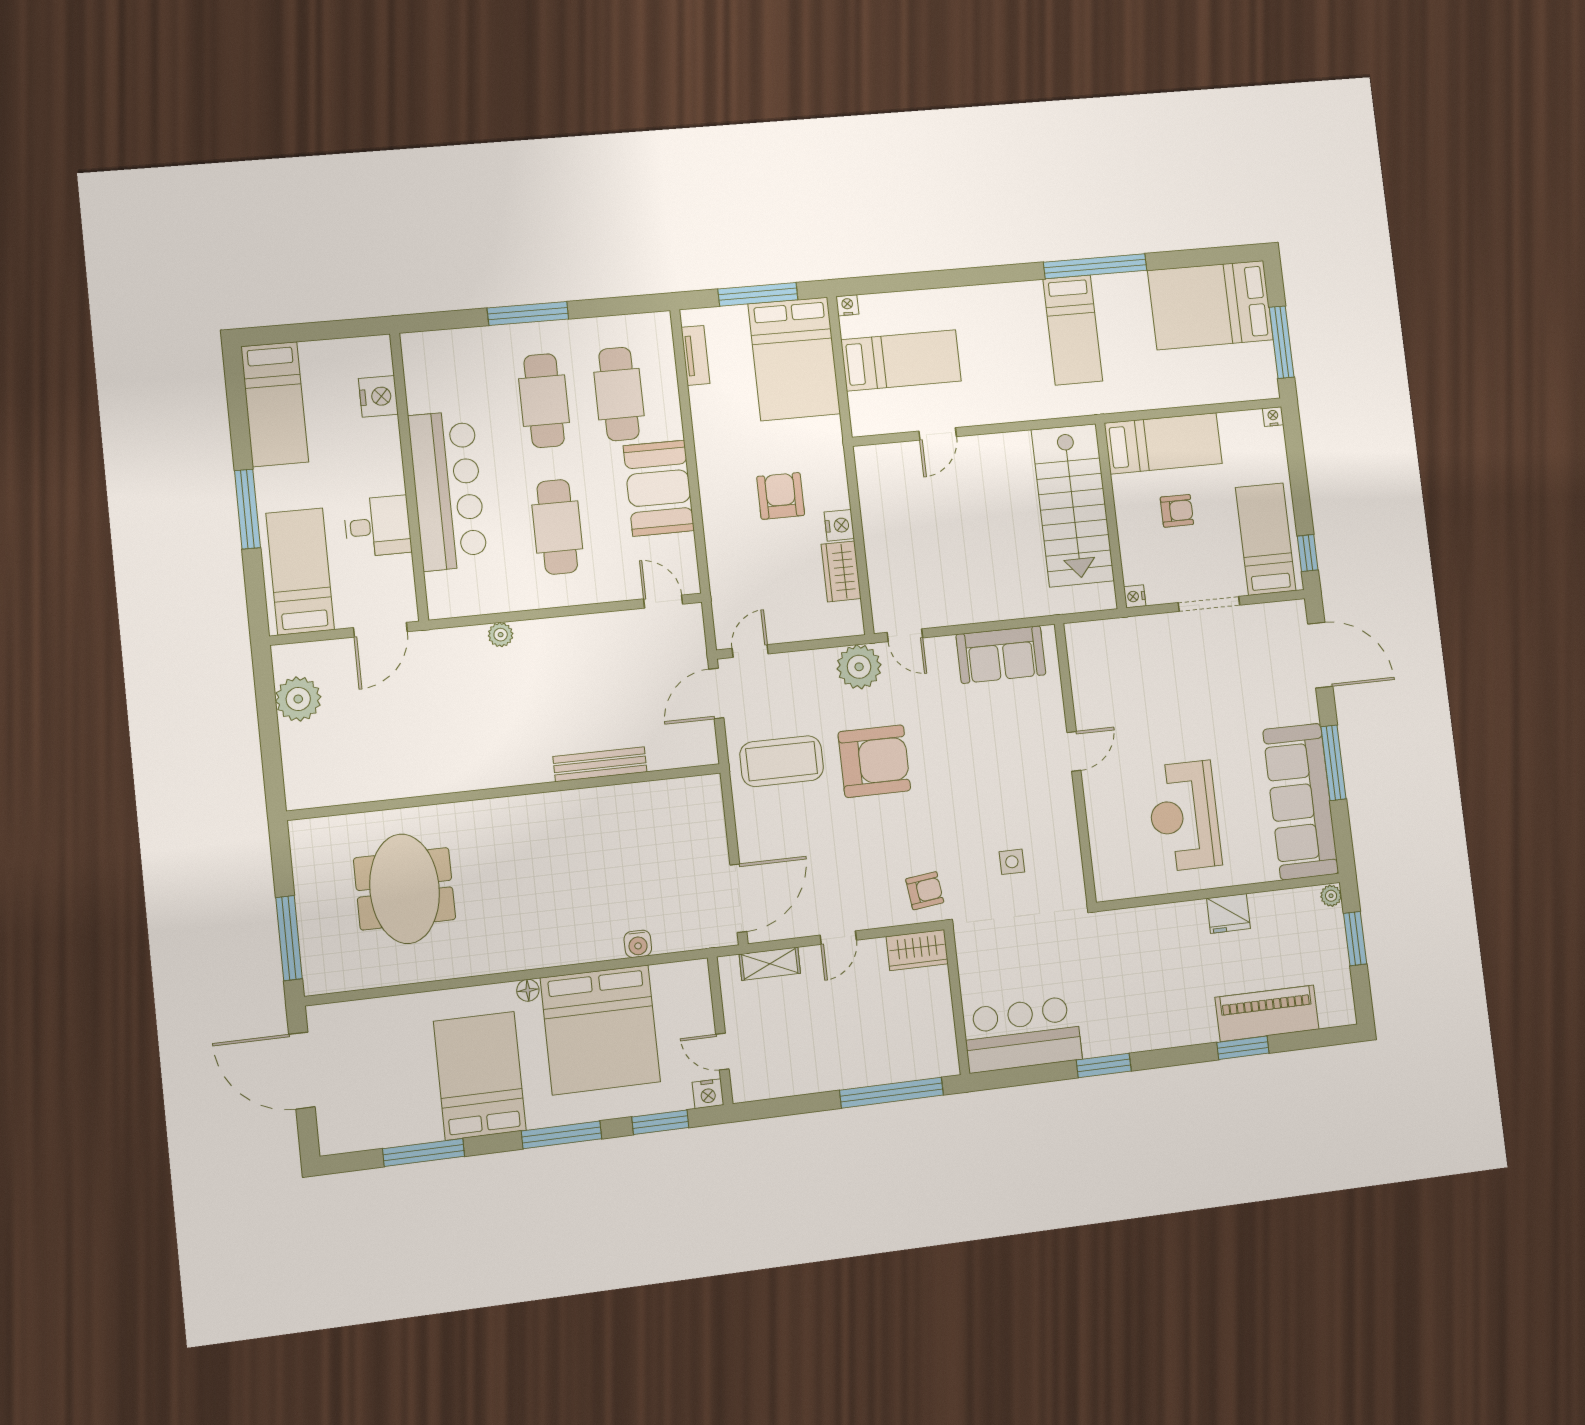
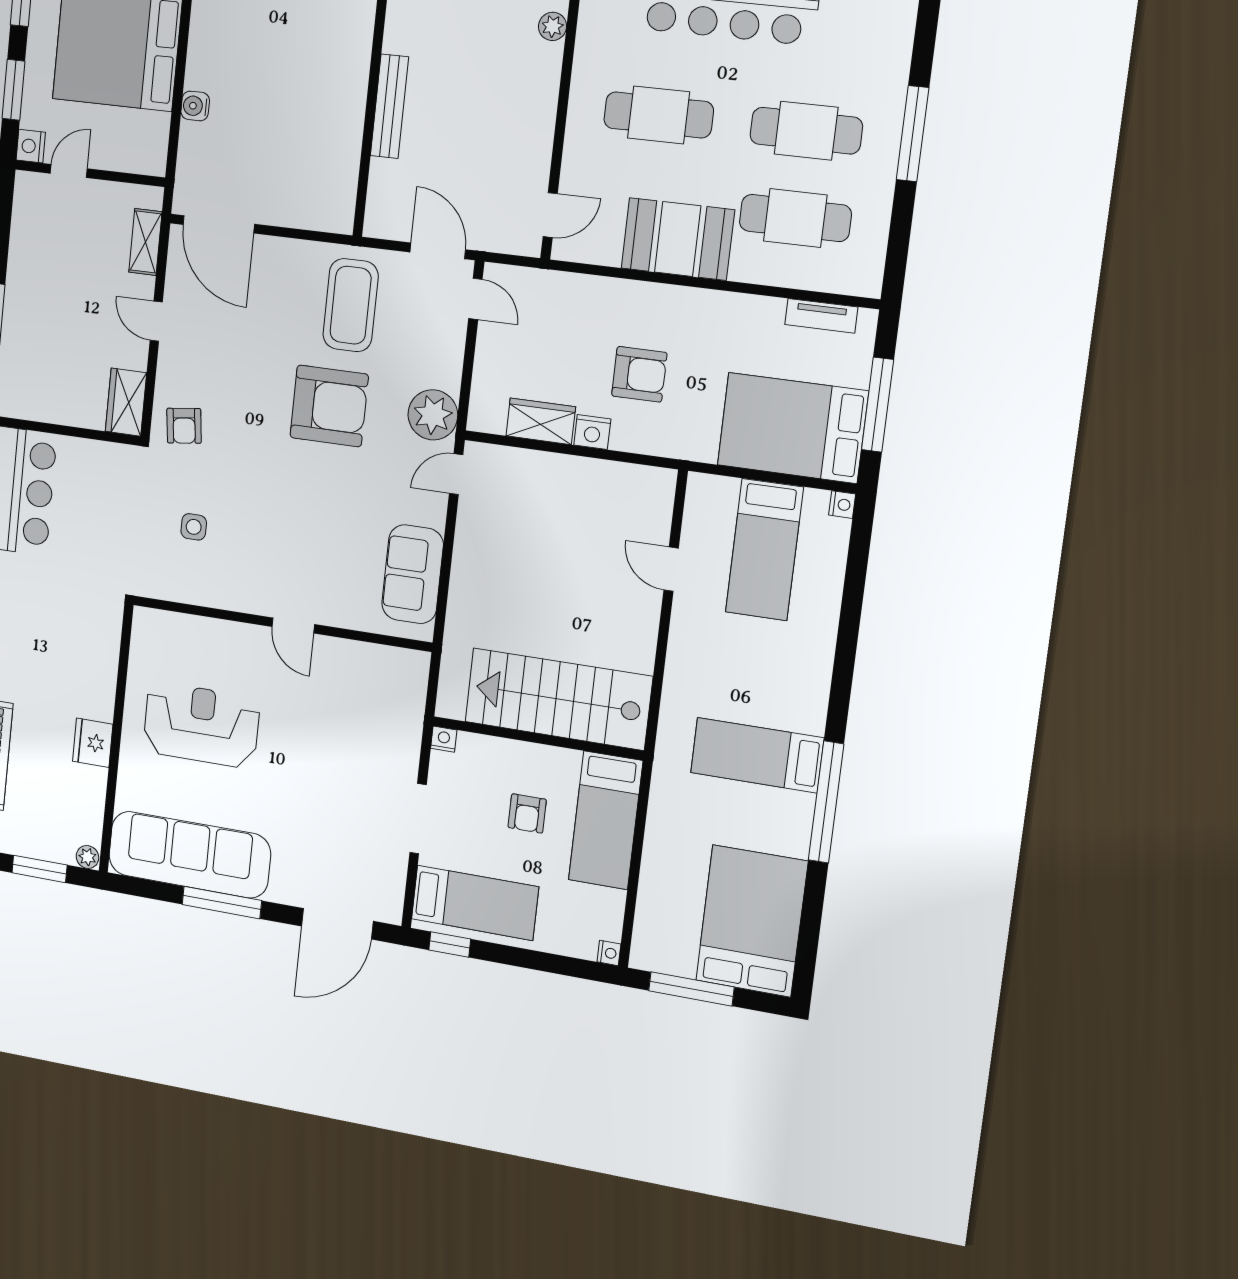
armchair: (874, 761) -> (329, 406), turned -90

